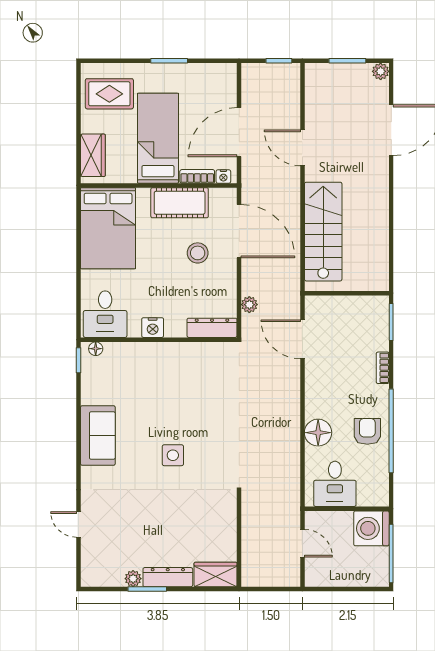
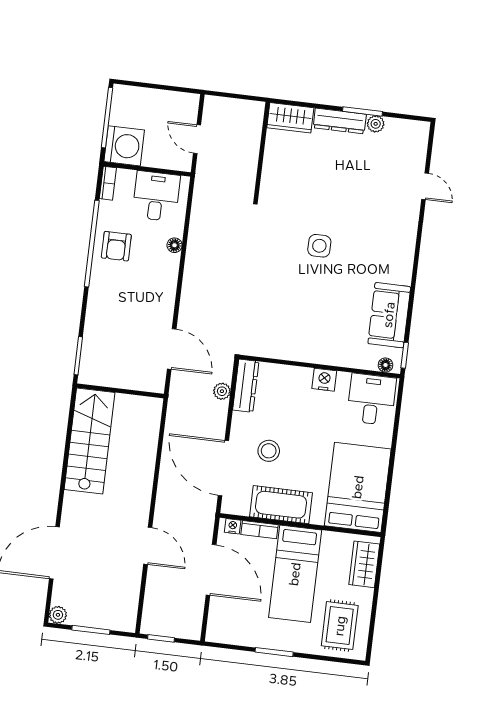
rug: (109, 94) -> (340, 626), turned 90
door: (239, 132) -> (211, 570), hinge flipped
stairs: (323, 232) -> (90, 441), moved, turned 180
dresser: (212, 328) -> (246, 386), moved, turned -90
bookcase: (383, 368) -> (108, 183), moved
floor lamp: (318, 433) -> (175, 245), width x0.53, depth x0.53
sofa: (98, 435) -> (389, 315), moved

